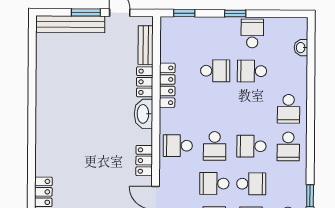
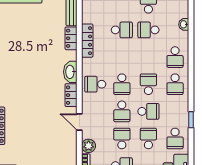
washbasin: (301, 48) -> (184, 24), moved
washbasin: (143, 114) -> (70, 72), moved
school desk: (251, 146) -> (148, 84), turned 90
school desk: (214, 183) -> (122, 111), turned -90

